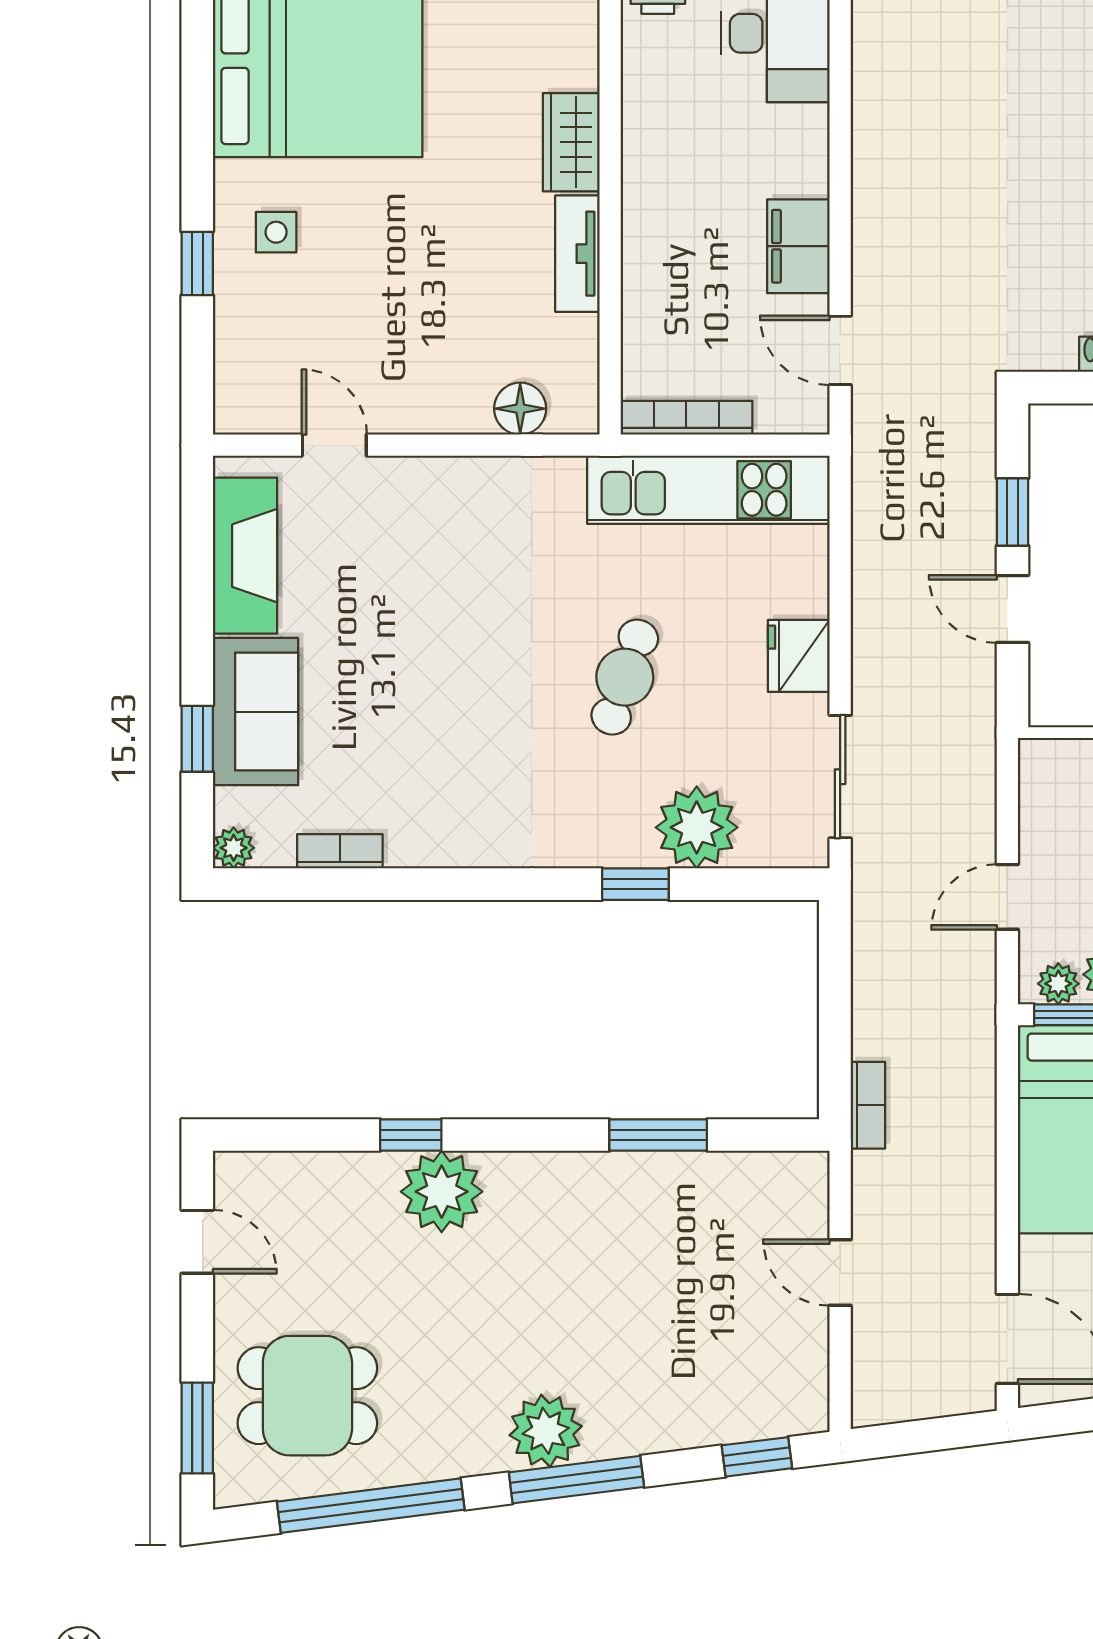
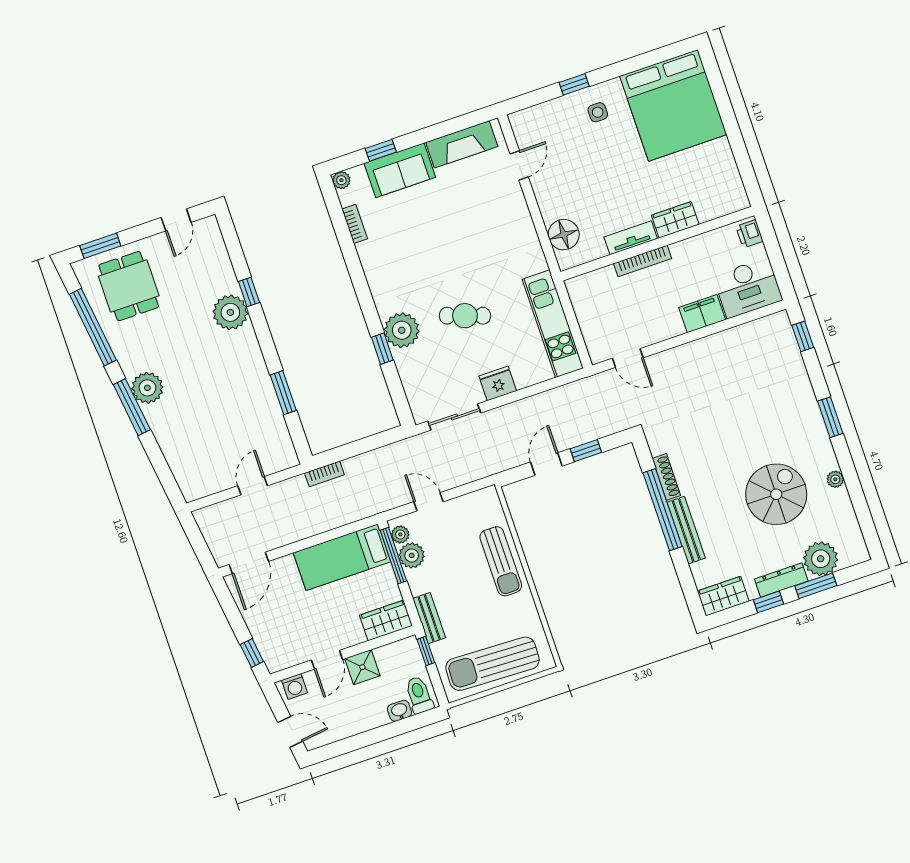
filing cabinet: (798, 246) -> (702, 314), moved
door: (840, 350) -> (628, 358), swing flipped
floor lamp: (520, 409) -> (564, 235), width x1.38, depth x1.38
bookcase: (686, 418) -> (643, 261), moved, turned 90
plant: (697, 827) -> (402, 330), moved
window: (757, 1457) -> (166, 477), removed

